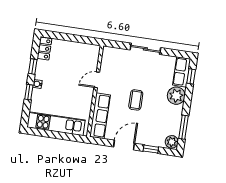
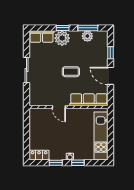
window: (191, 76) -> (63, 28), moved
plant: (172, 142) -> (87, 36), moved

